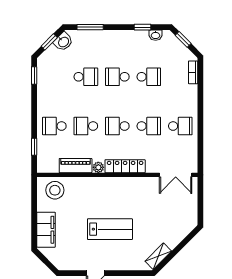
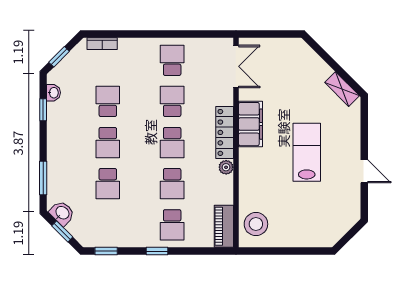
school desk: (86, 77) -> (108, 184), turned 180
window: (34, 147) -> (157, 251), moved
piano: (76, 166) -> (224, 226), moved
filing cabinet: (46, 230) -> (251, 124), moved, turned 90

